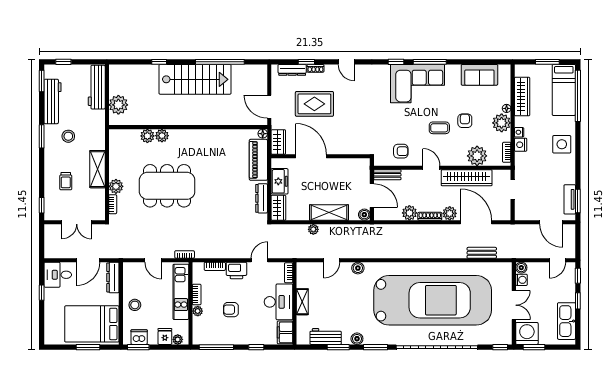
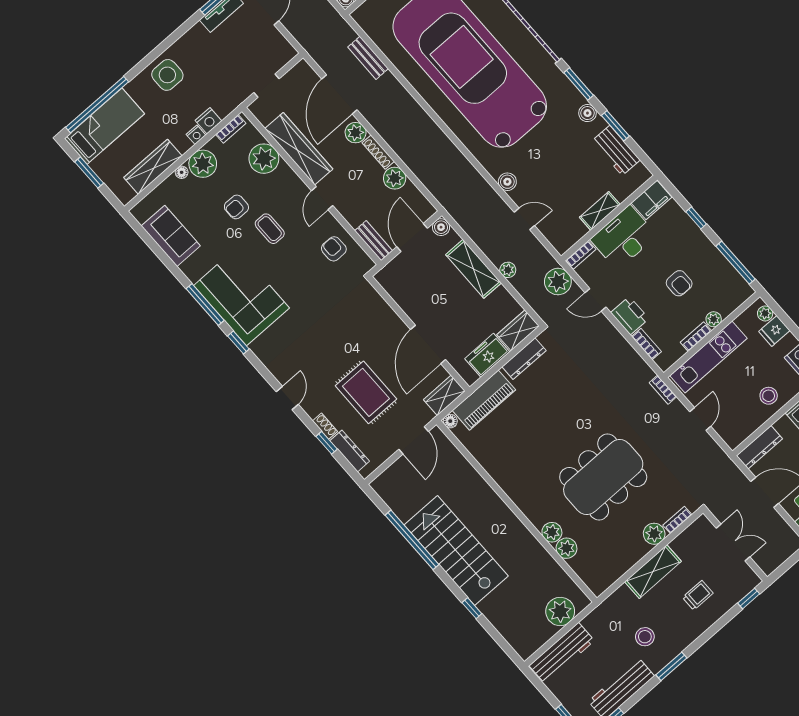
dining table: (167, 186) -> (603, 477), turned 90
plant: (285, 249) -> (558, 282), added

